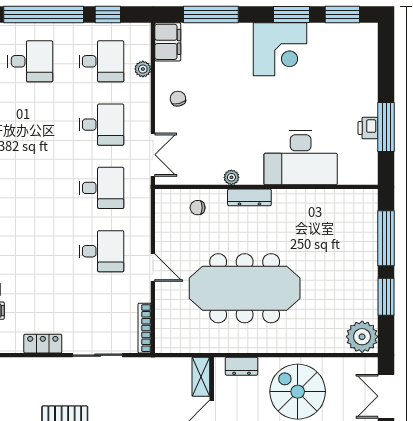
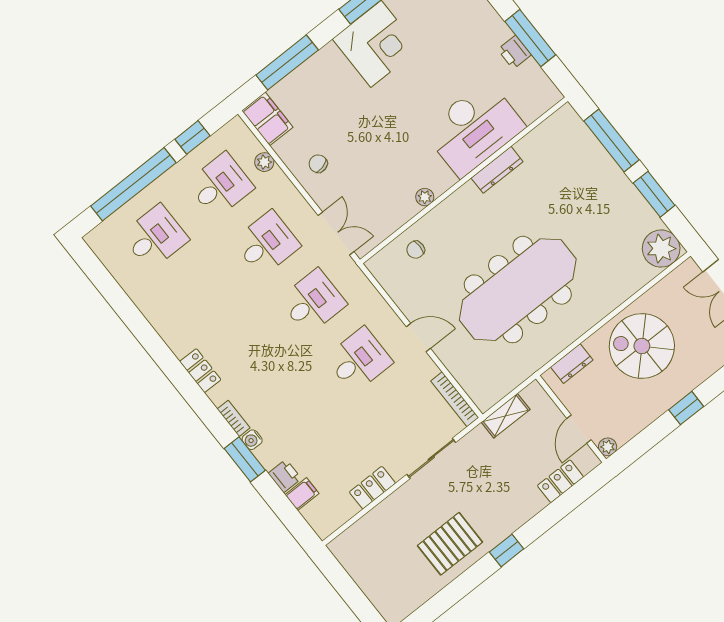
dresser: (249, 197) -> (497, 170), moved
shelving: (201, 377) -> (506, 416), moved, turned 90

